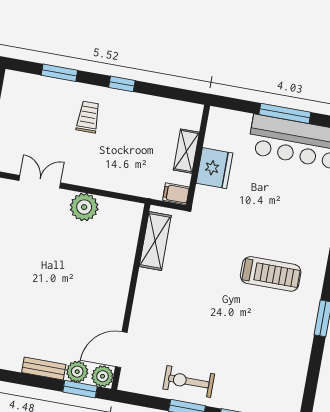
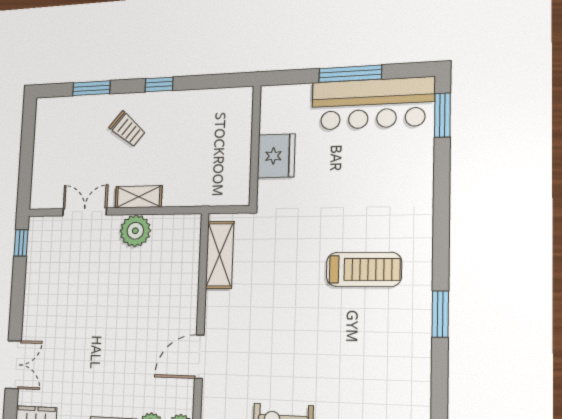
trolley: (88, 117) -> (127, 129), turned 130
shelving: (186, 151) -> (139, 197), moved, turned 90
filing cabinet: (176, 194) -> (236, 195), removed
door: (121, 350) -> (199, 357), moved

